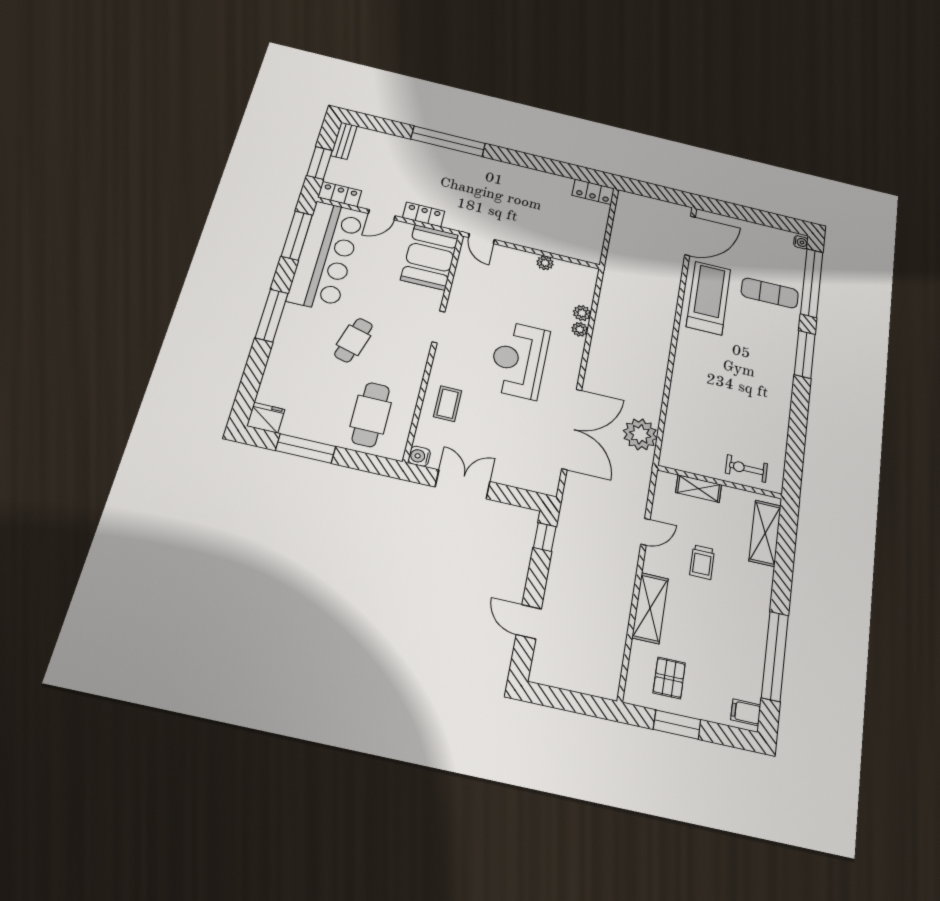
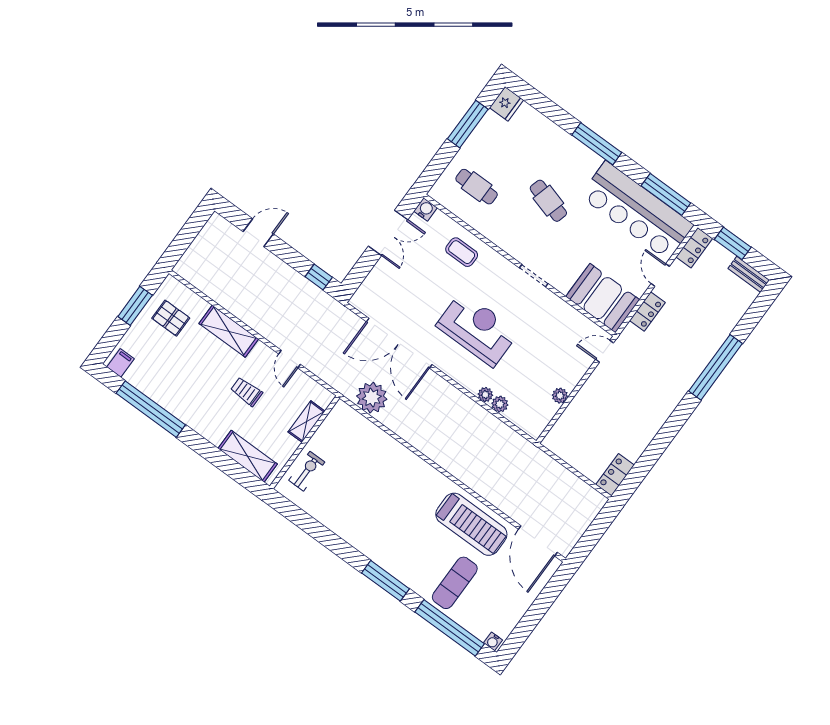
cafe table: (371, 415) -> (477, 187), width x0.73, depth x0.74

